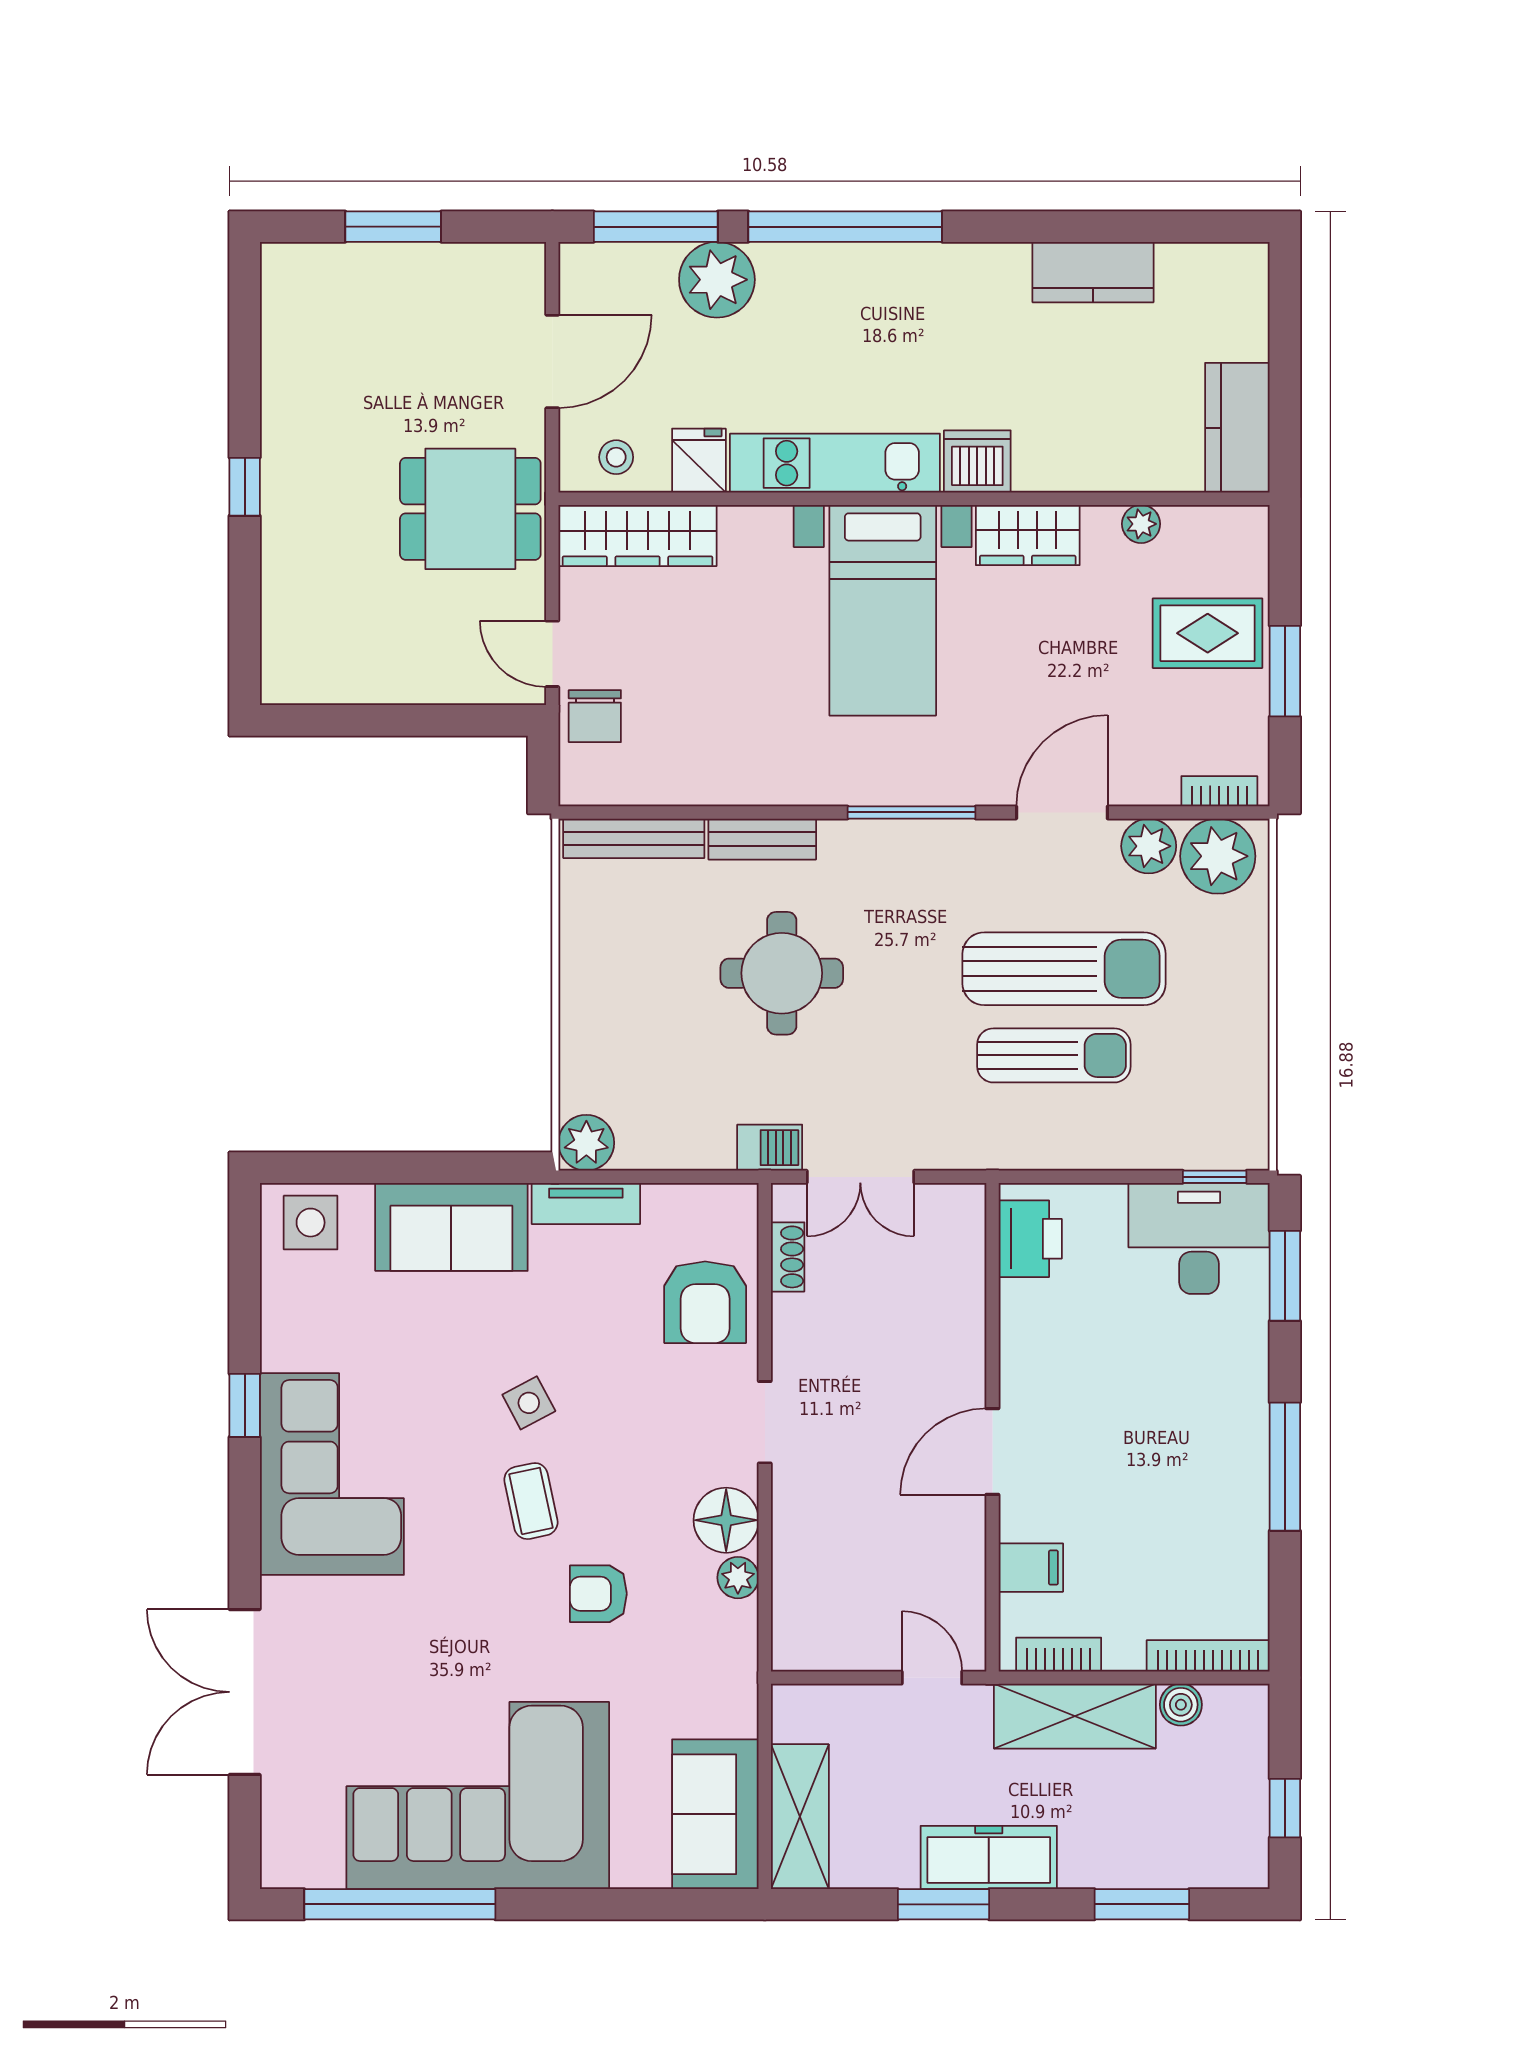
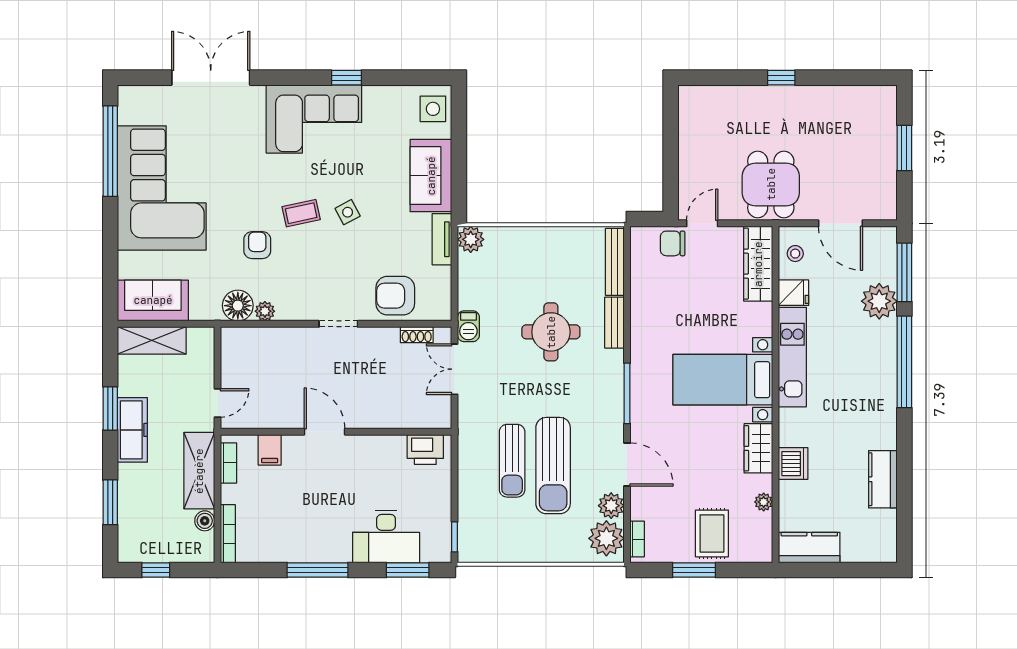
dishwasher: (977, 462) -> (793, 464), moved
desk: (1199, 1238) -> (386, 537), moved, turned 90
floor lamp: (726, 1520) -> (238, 306), moved

